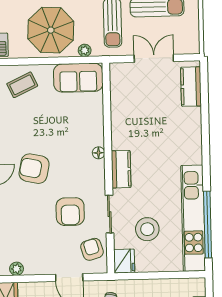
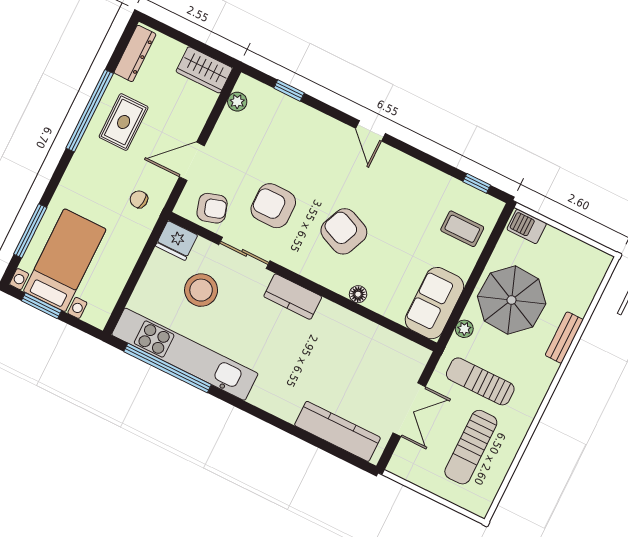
coffee table: (22, 85) -> (462, 229), turned -65
kitchen counter: (191, 87) -> (337, 431), width x1.50
floor lamp: (99, 153) -> (358, 294), moved
armchair: (34, 169) -> (344, 231), moved, turned -79

